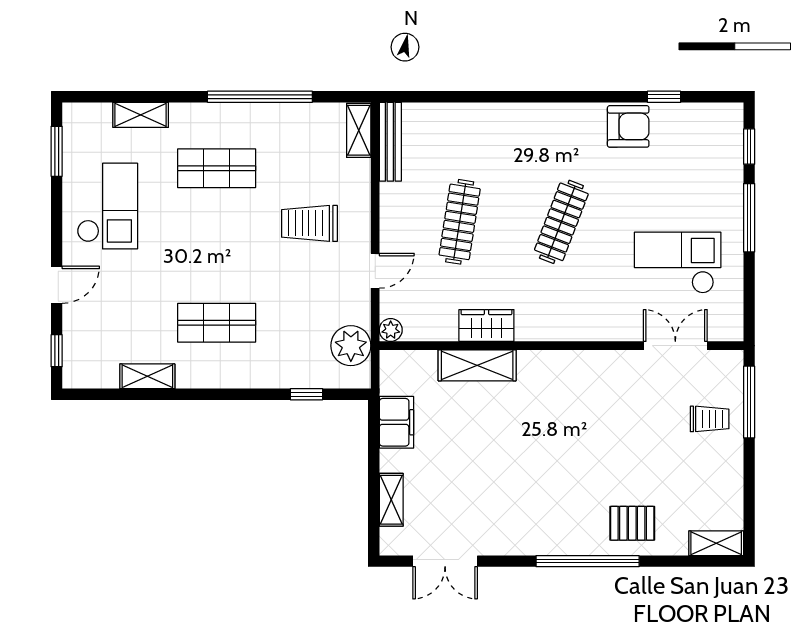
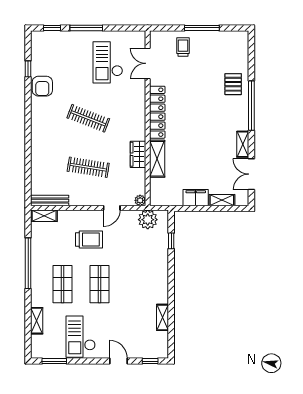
armchair: (628, 126) -> (42, 86), turned 180
checkout: (107, 206) -> (81, 337), turned -90
trolley: (309, 223) -> (89, 239), turned -90
door: (375, 271) -> (112, 208), swing flipped
shop shelf: (217, 323) -> (100, 284), moved
locker: (574, 366) -> (157, 112), added
window: (749, 402) -> (202, 28), moved
filing cabinet: (396, 422) -> (196, 198), moved
shelving: (716, 543) -> (243, 144), moved
double door: (445, 561) -> (251, 174), swing flipped

